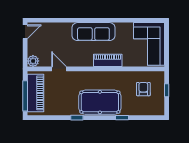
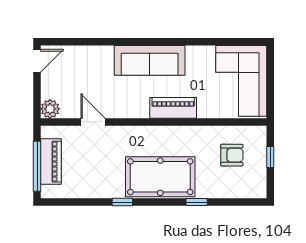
armchair: (143, 89) -> (232, 155), turned 90
piano: (36, 93) -> (51, 162), width x0.73, depth x0.75

